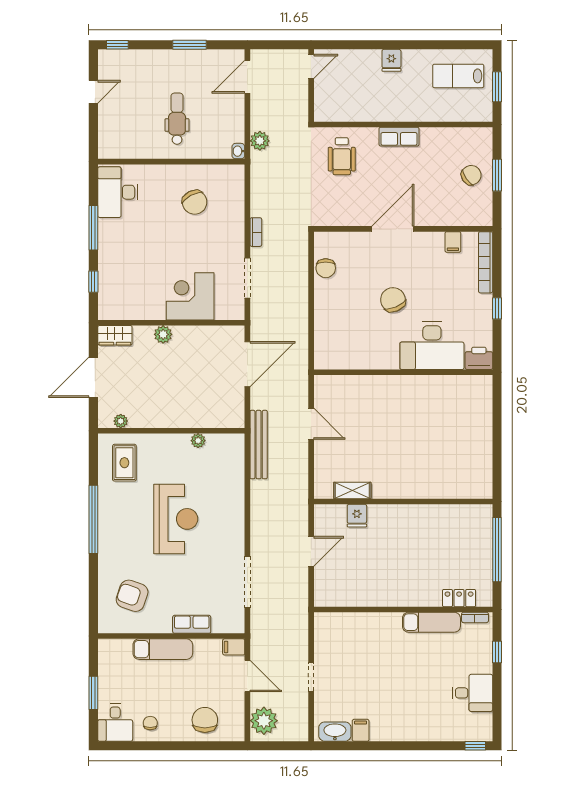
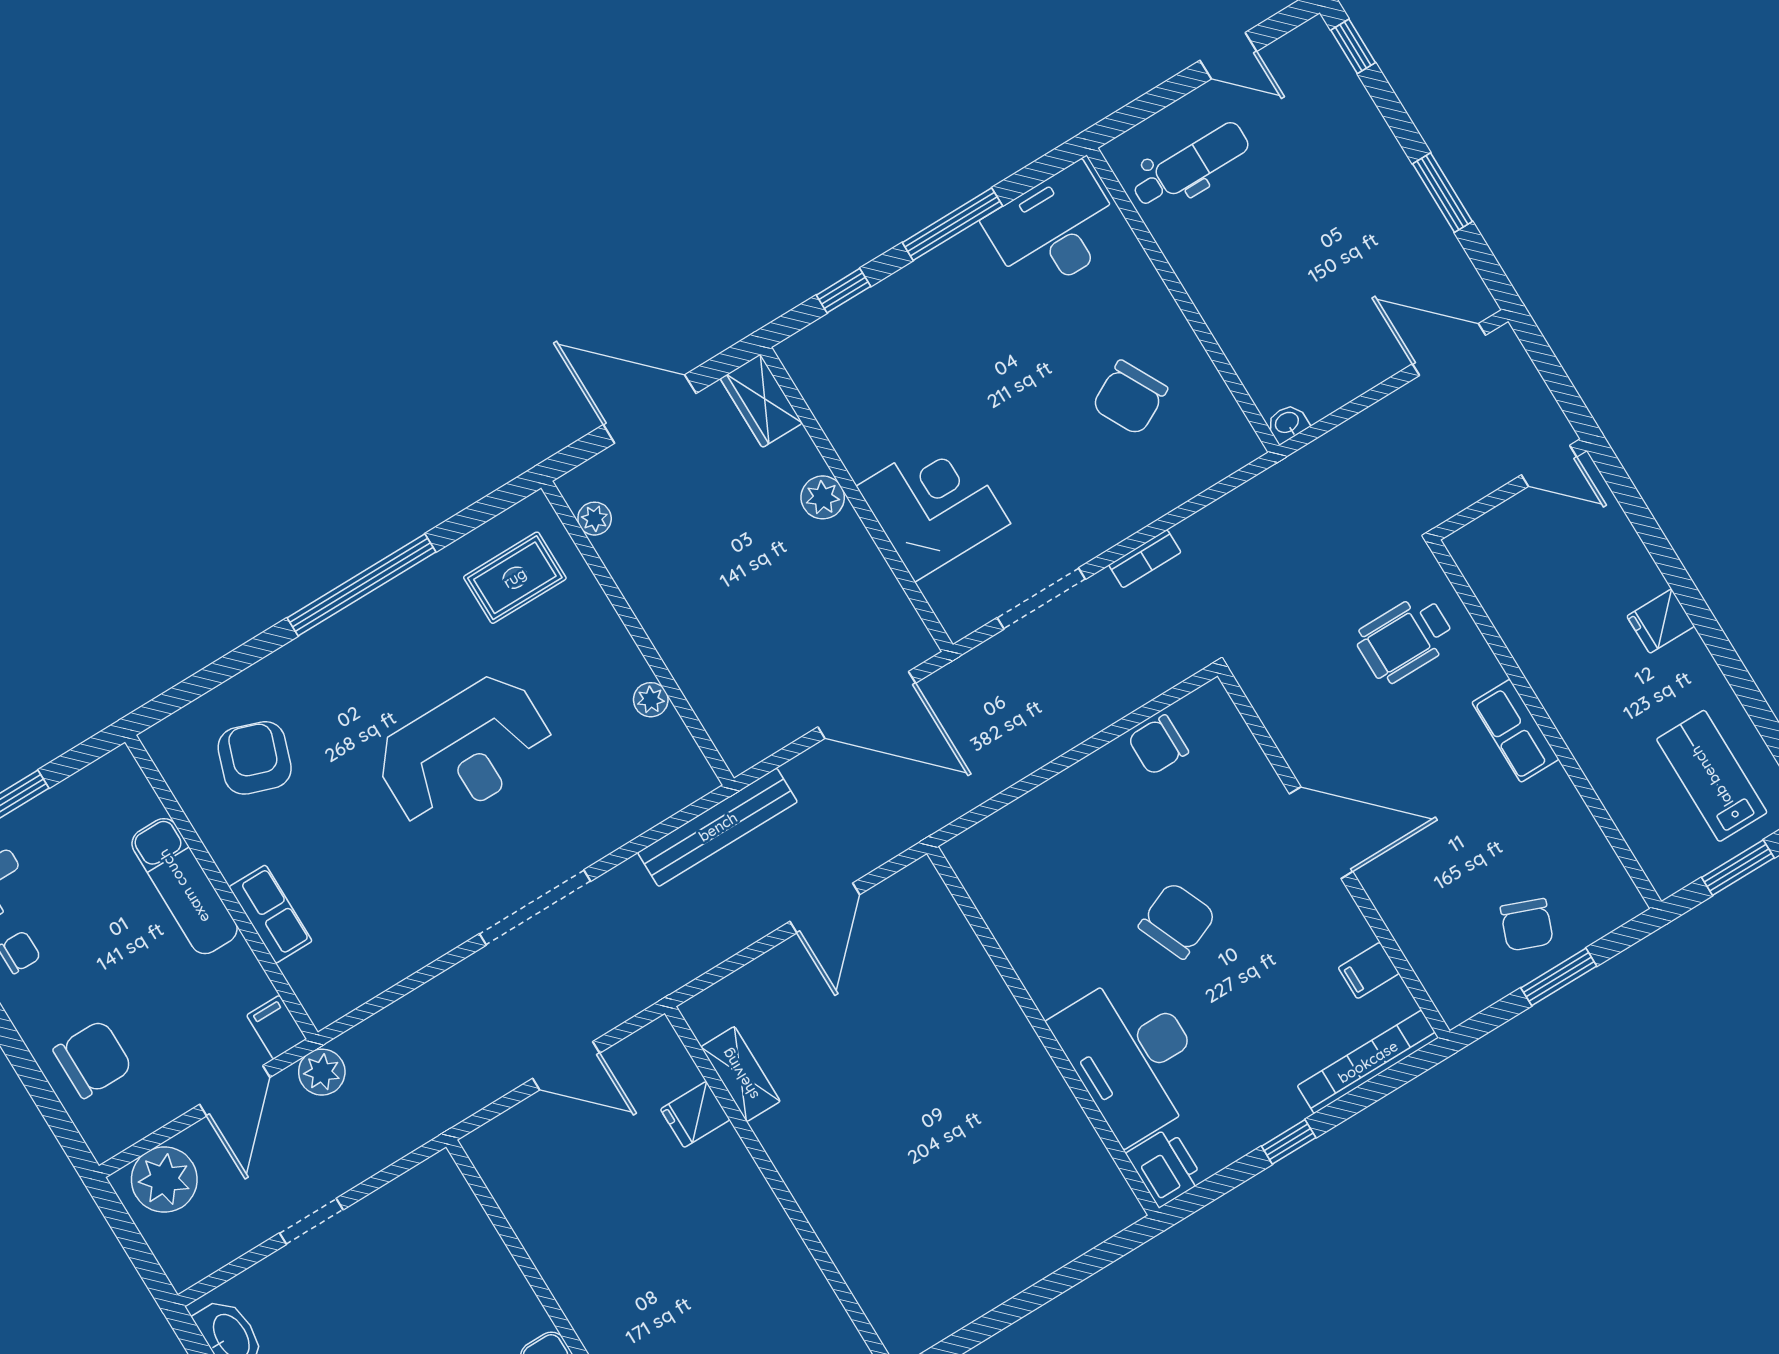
dental chair: (177, 119) -> (1191, 165), moved
plant: (260, 141) -> (322, 1072), moved
chair: (471, 175) -> (1527, 925), turned 56
doorway: (247, 582) -> (535, 907), moved

